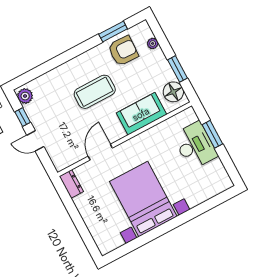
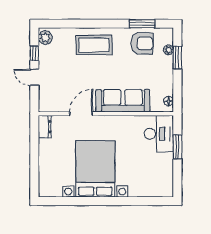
window: (178, 69) -> (177, 58), moved
coffee table: (95, 92) -> (94, 45), moved
floor lamp: (173, 92) -> (169, 101), width x0.53, depth x0.53
sofa: (141, 114) -> (123, 101), width x1.36
desk: (195, 146) -> (159, 134), moved

